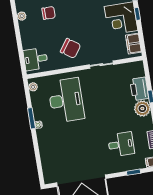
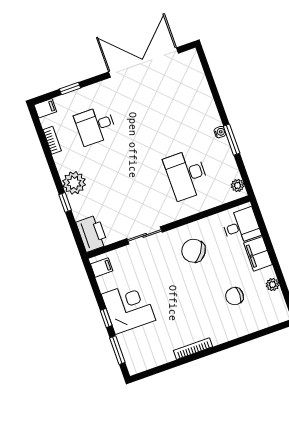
filing cabinet: (28, 39) -> (258, 254), added
filing cabinet: (133, 44) -> (102, 267), width x0.50
printer: (139, 89) -> (92, 234), moved
desk: (66, 100) -> (186, 175), width x0.73, depth x0.77

